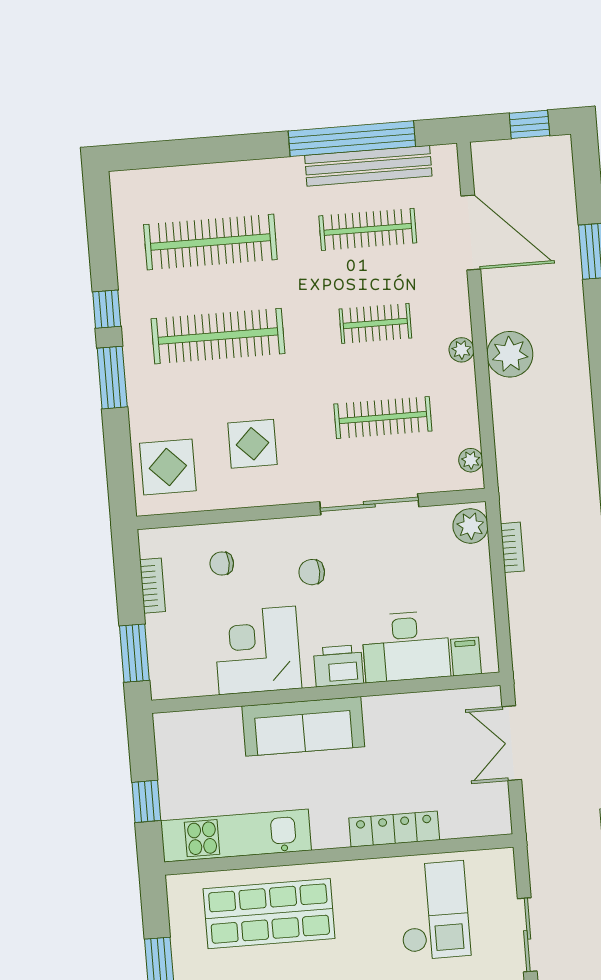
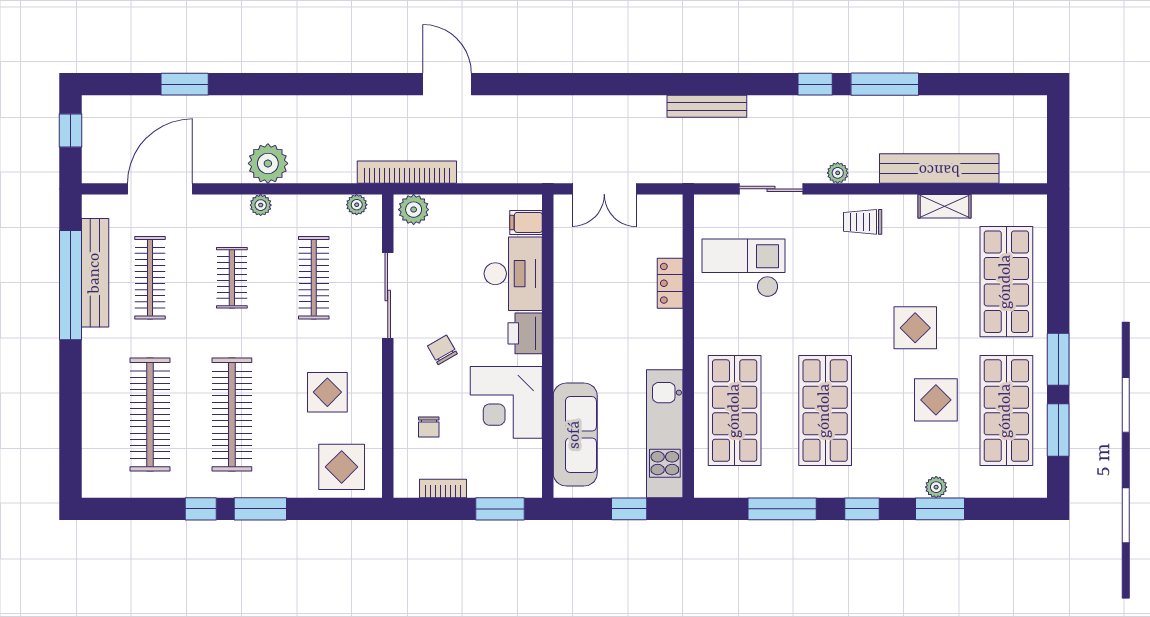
bookcase: (512, 547) -> (407, 172), width x2.31, depth x1.31
chair: (312, 572) -> (442, 350), turned 150
sofa: (303, 726) -> (575, 435), moved
locker: (394, 829) -> (670, 283), width x0.66

